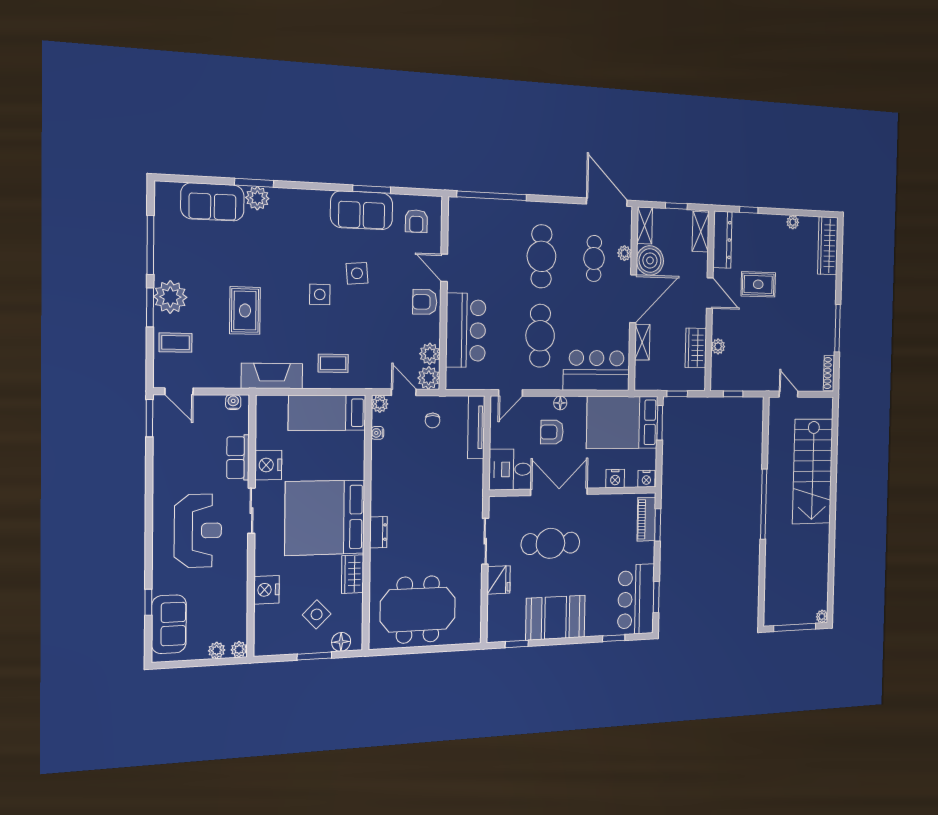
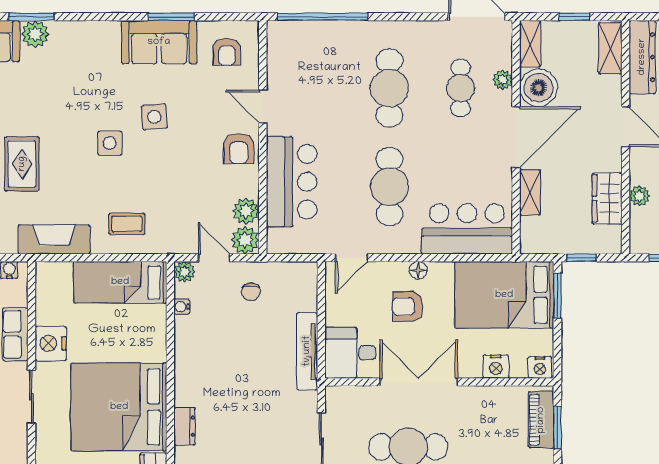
armchair: (425, 302) -> (239, 149), turned -90
tv unit: (476, 427) -> (307, 351), moved

